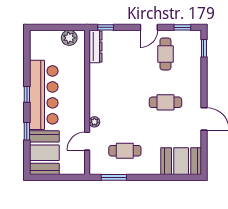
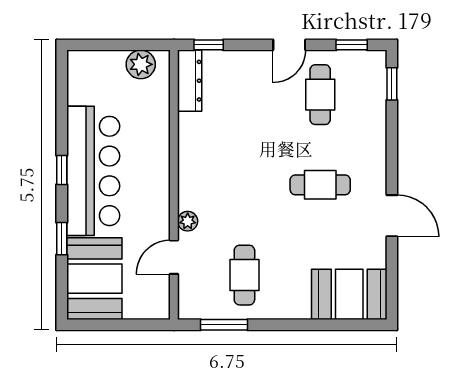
cafe table: (125, 151) -> (244, 275), turned 90

